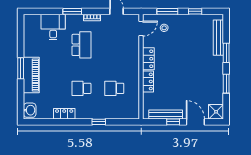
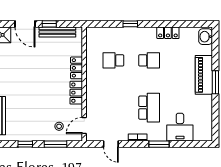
school desk: (81, 45) -> (149, 108), turned 180
school desk: (114, 88) -> (113, 60), turned 180

